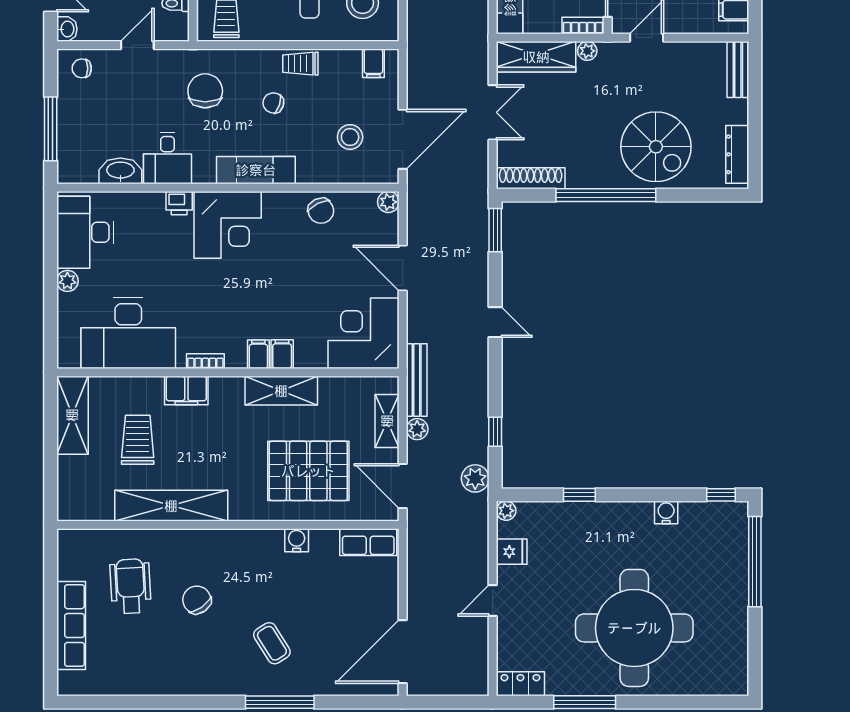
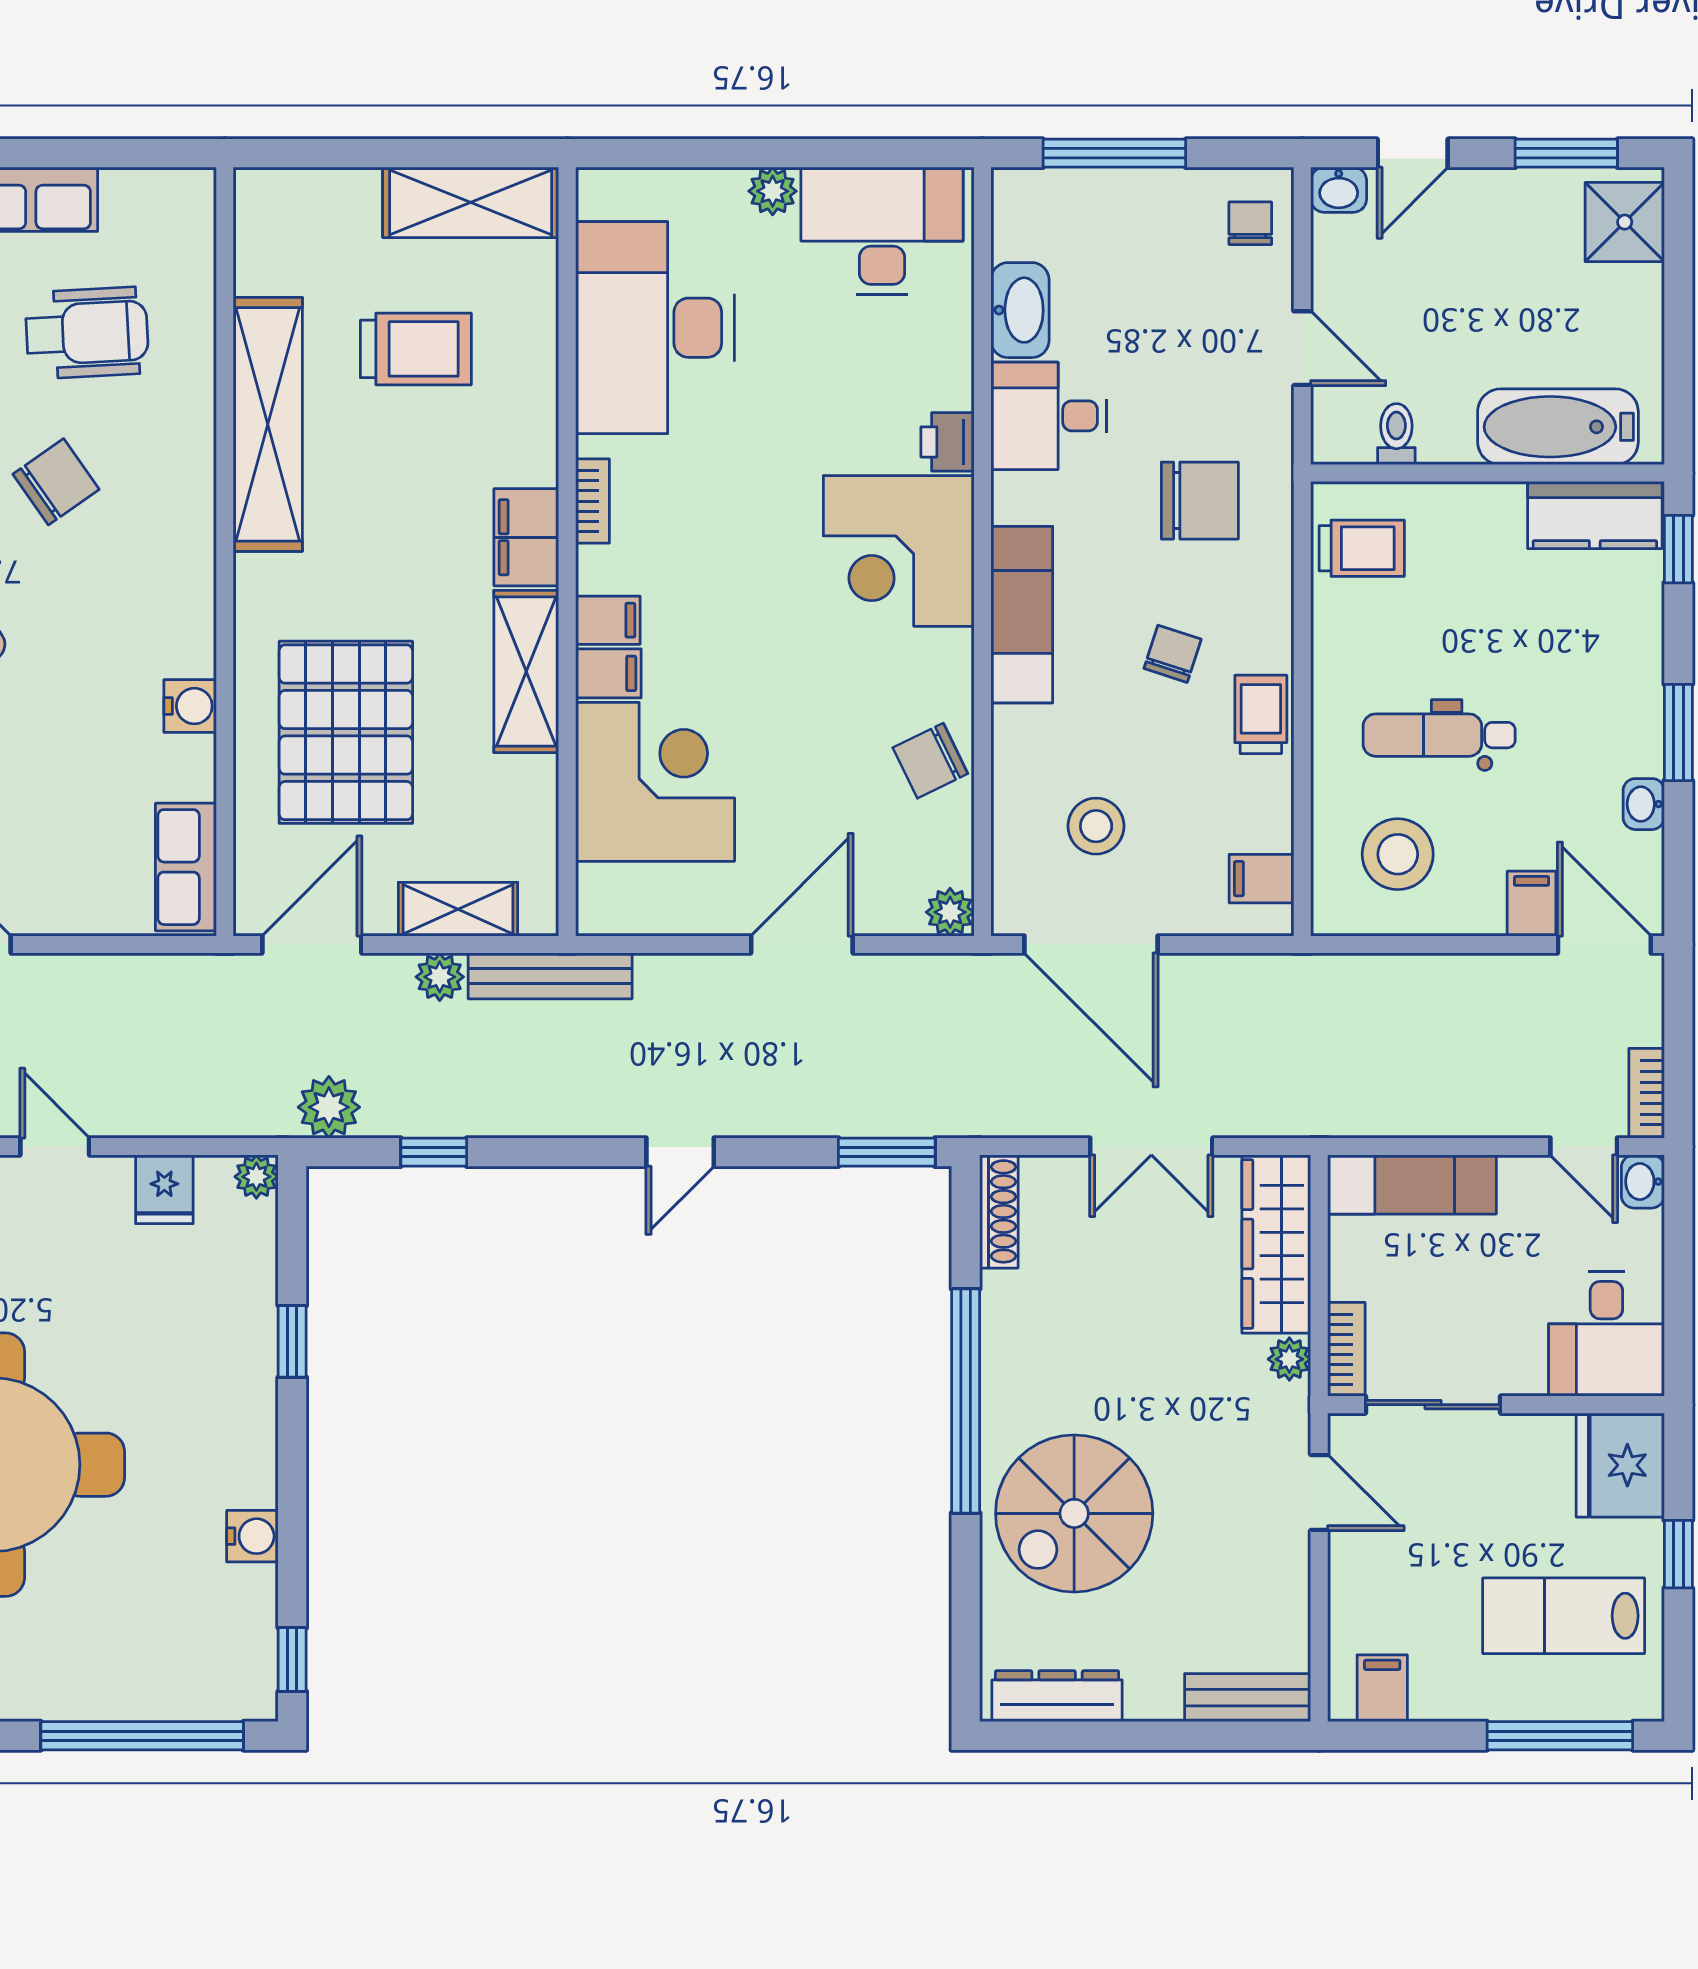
shoe rack: (531, 178) -> (999, 1211), width x0.74, depth x0.81
corner desk: (364, 333) -> (655, 782), moved
filing cabinet: (186, 391) -> (526, 537), moved

